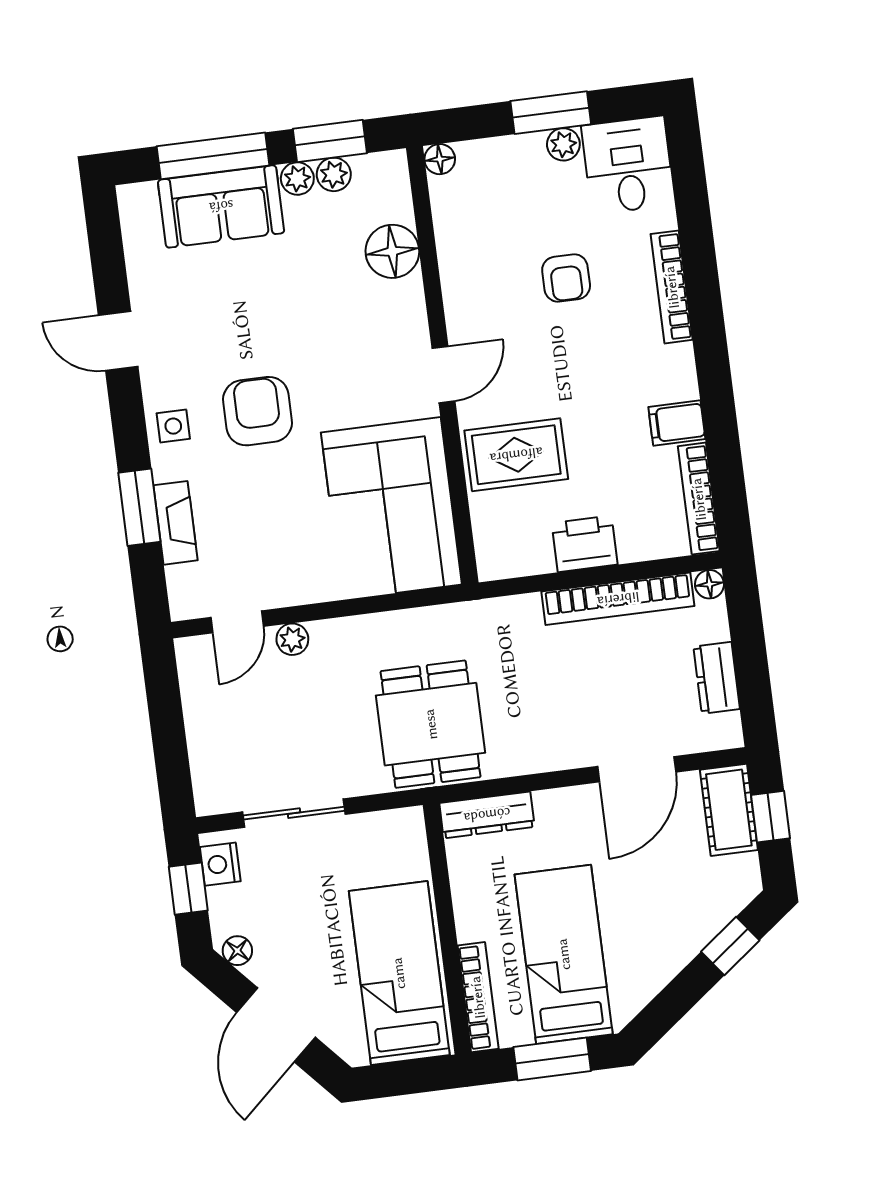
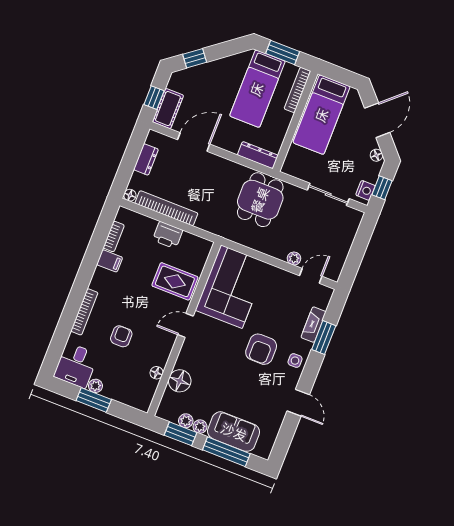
floor lamp: (440, 159) -> (156, 373), moved
bookcase: (699, 499) -> (114, 236), width x0.64

